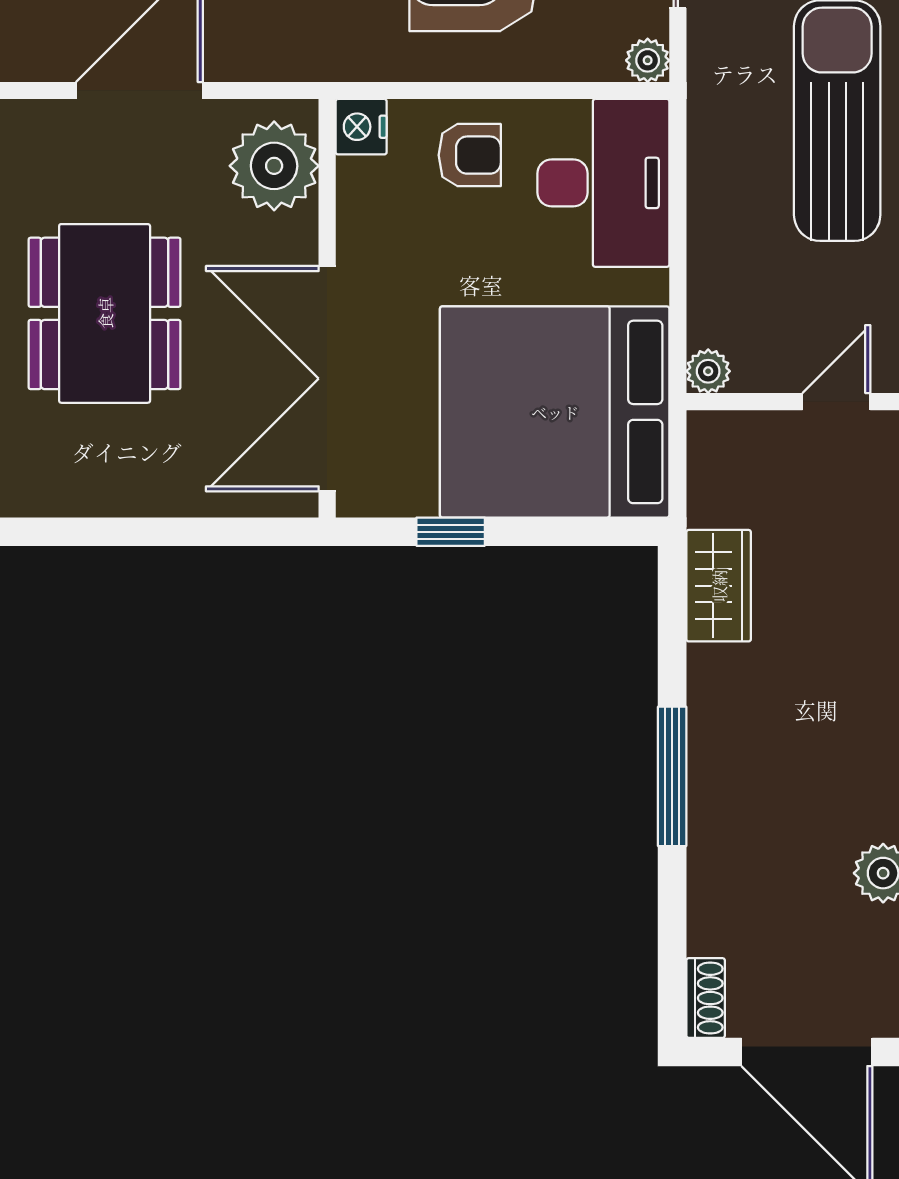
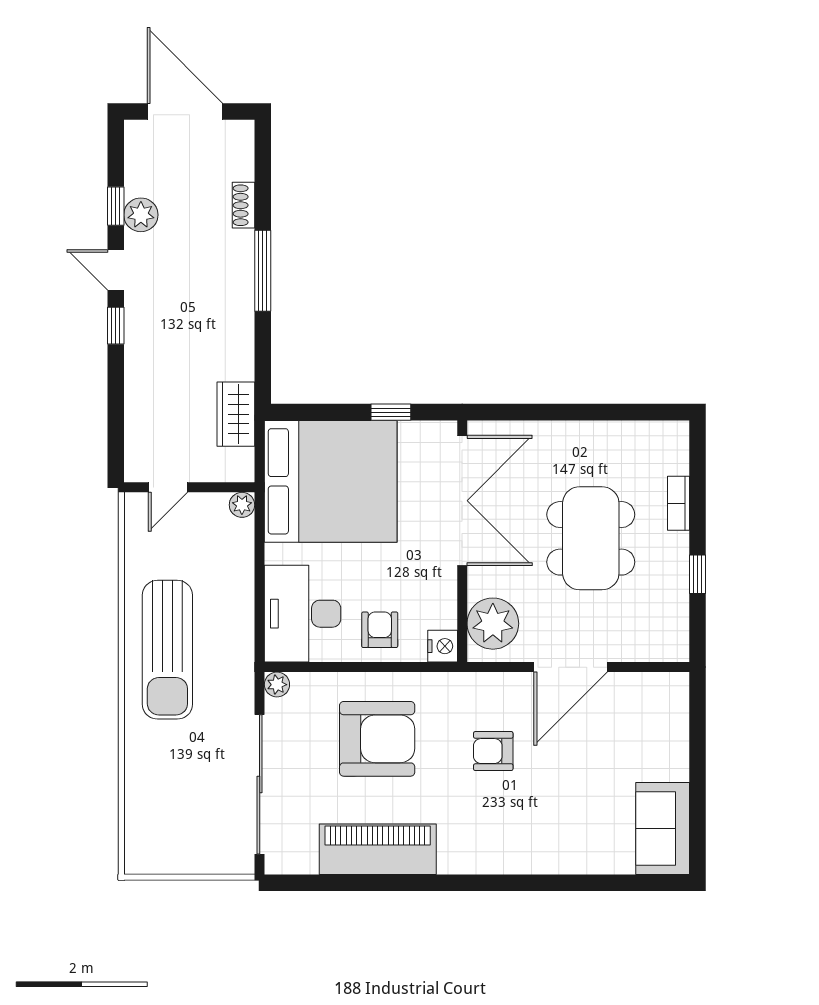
armchair: (470, 155) -> (380, 630), turned 90
wardrobe: (719, 586) -> (236, 414), moved
shoe rack: (706, 998) -> (243, 205), moved

